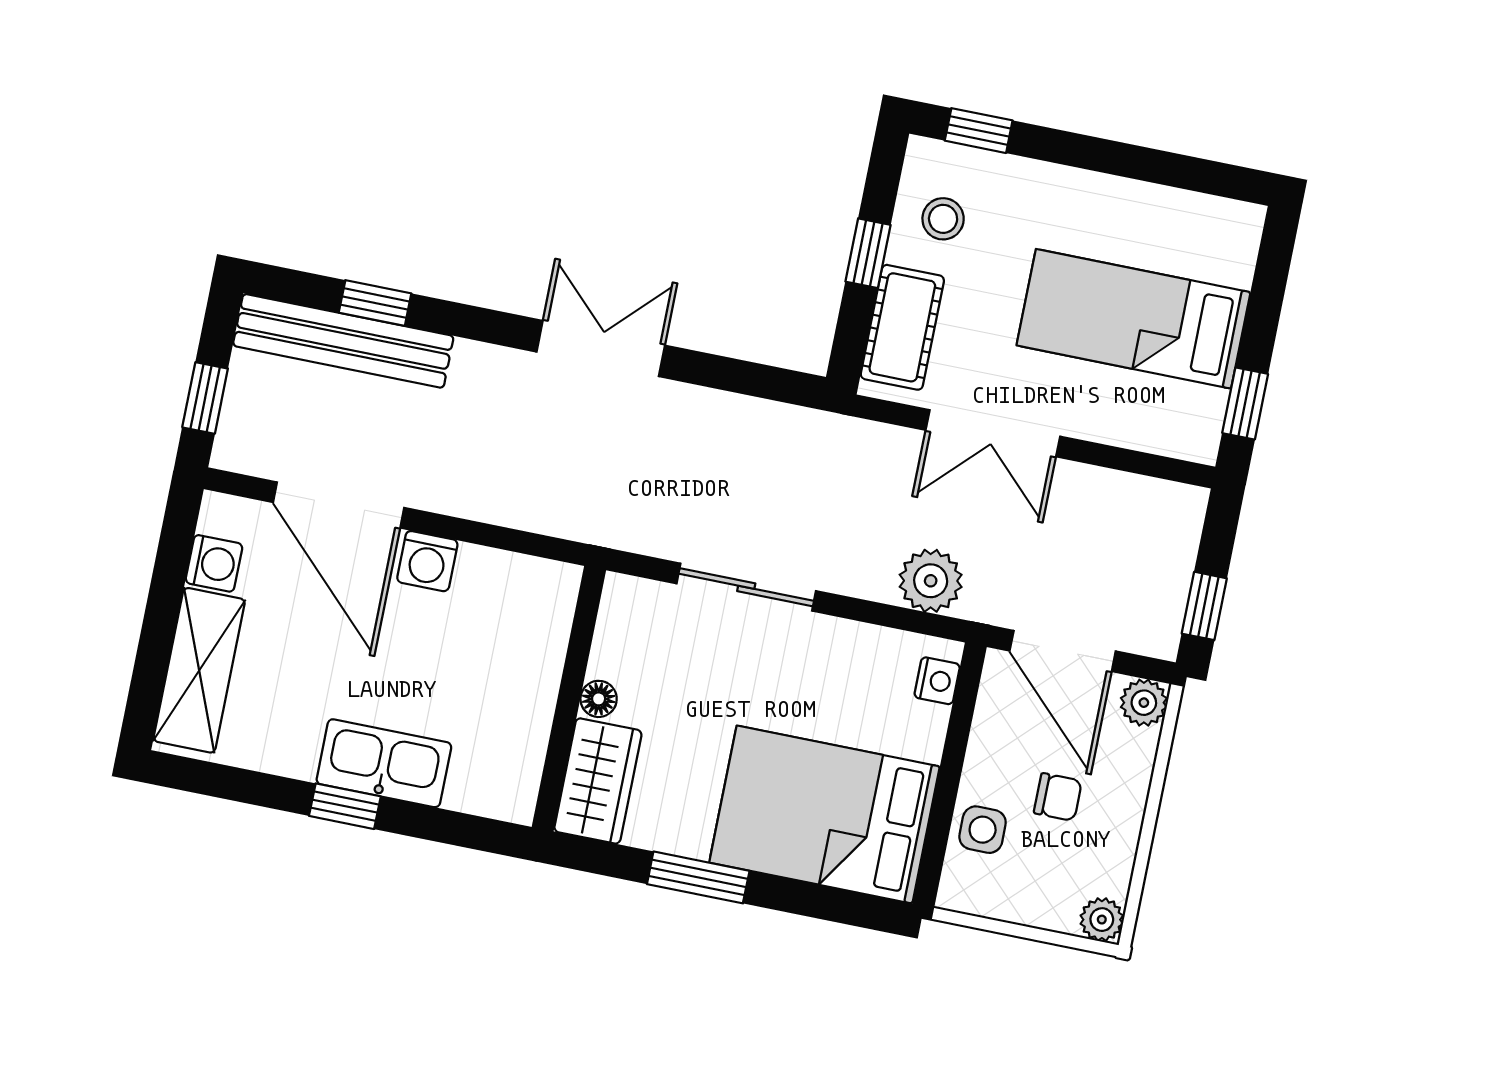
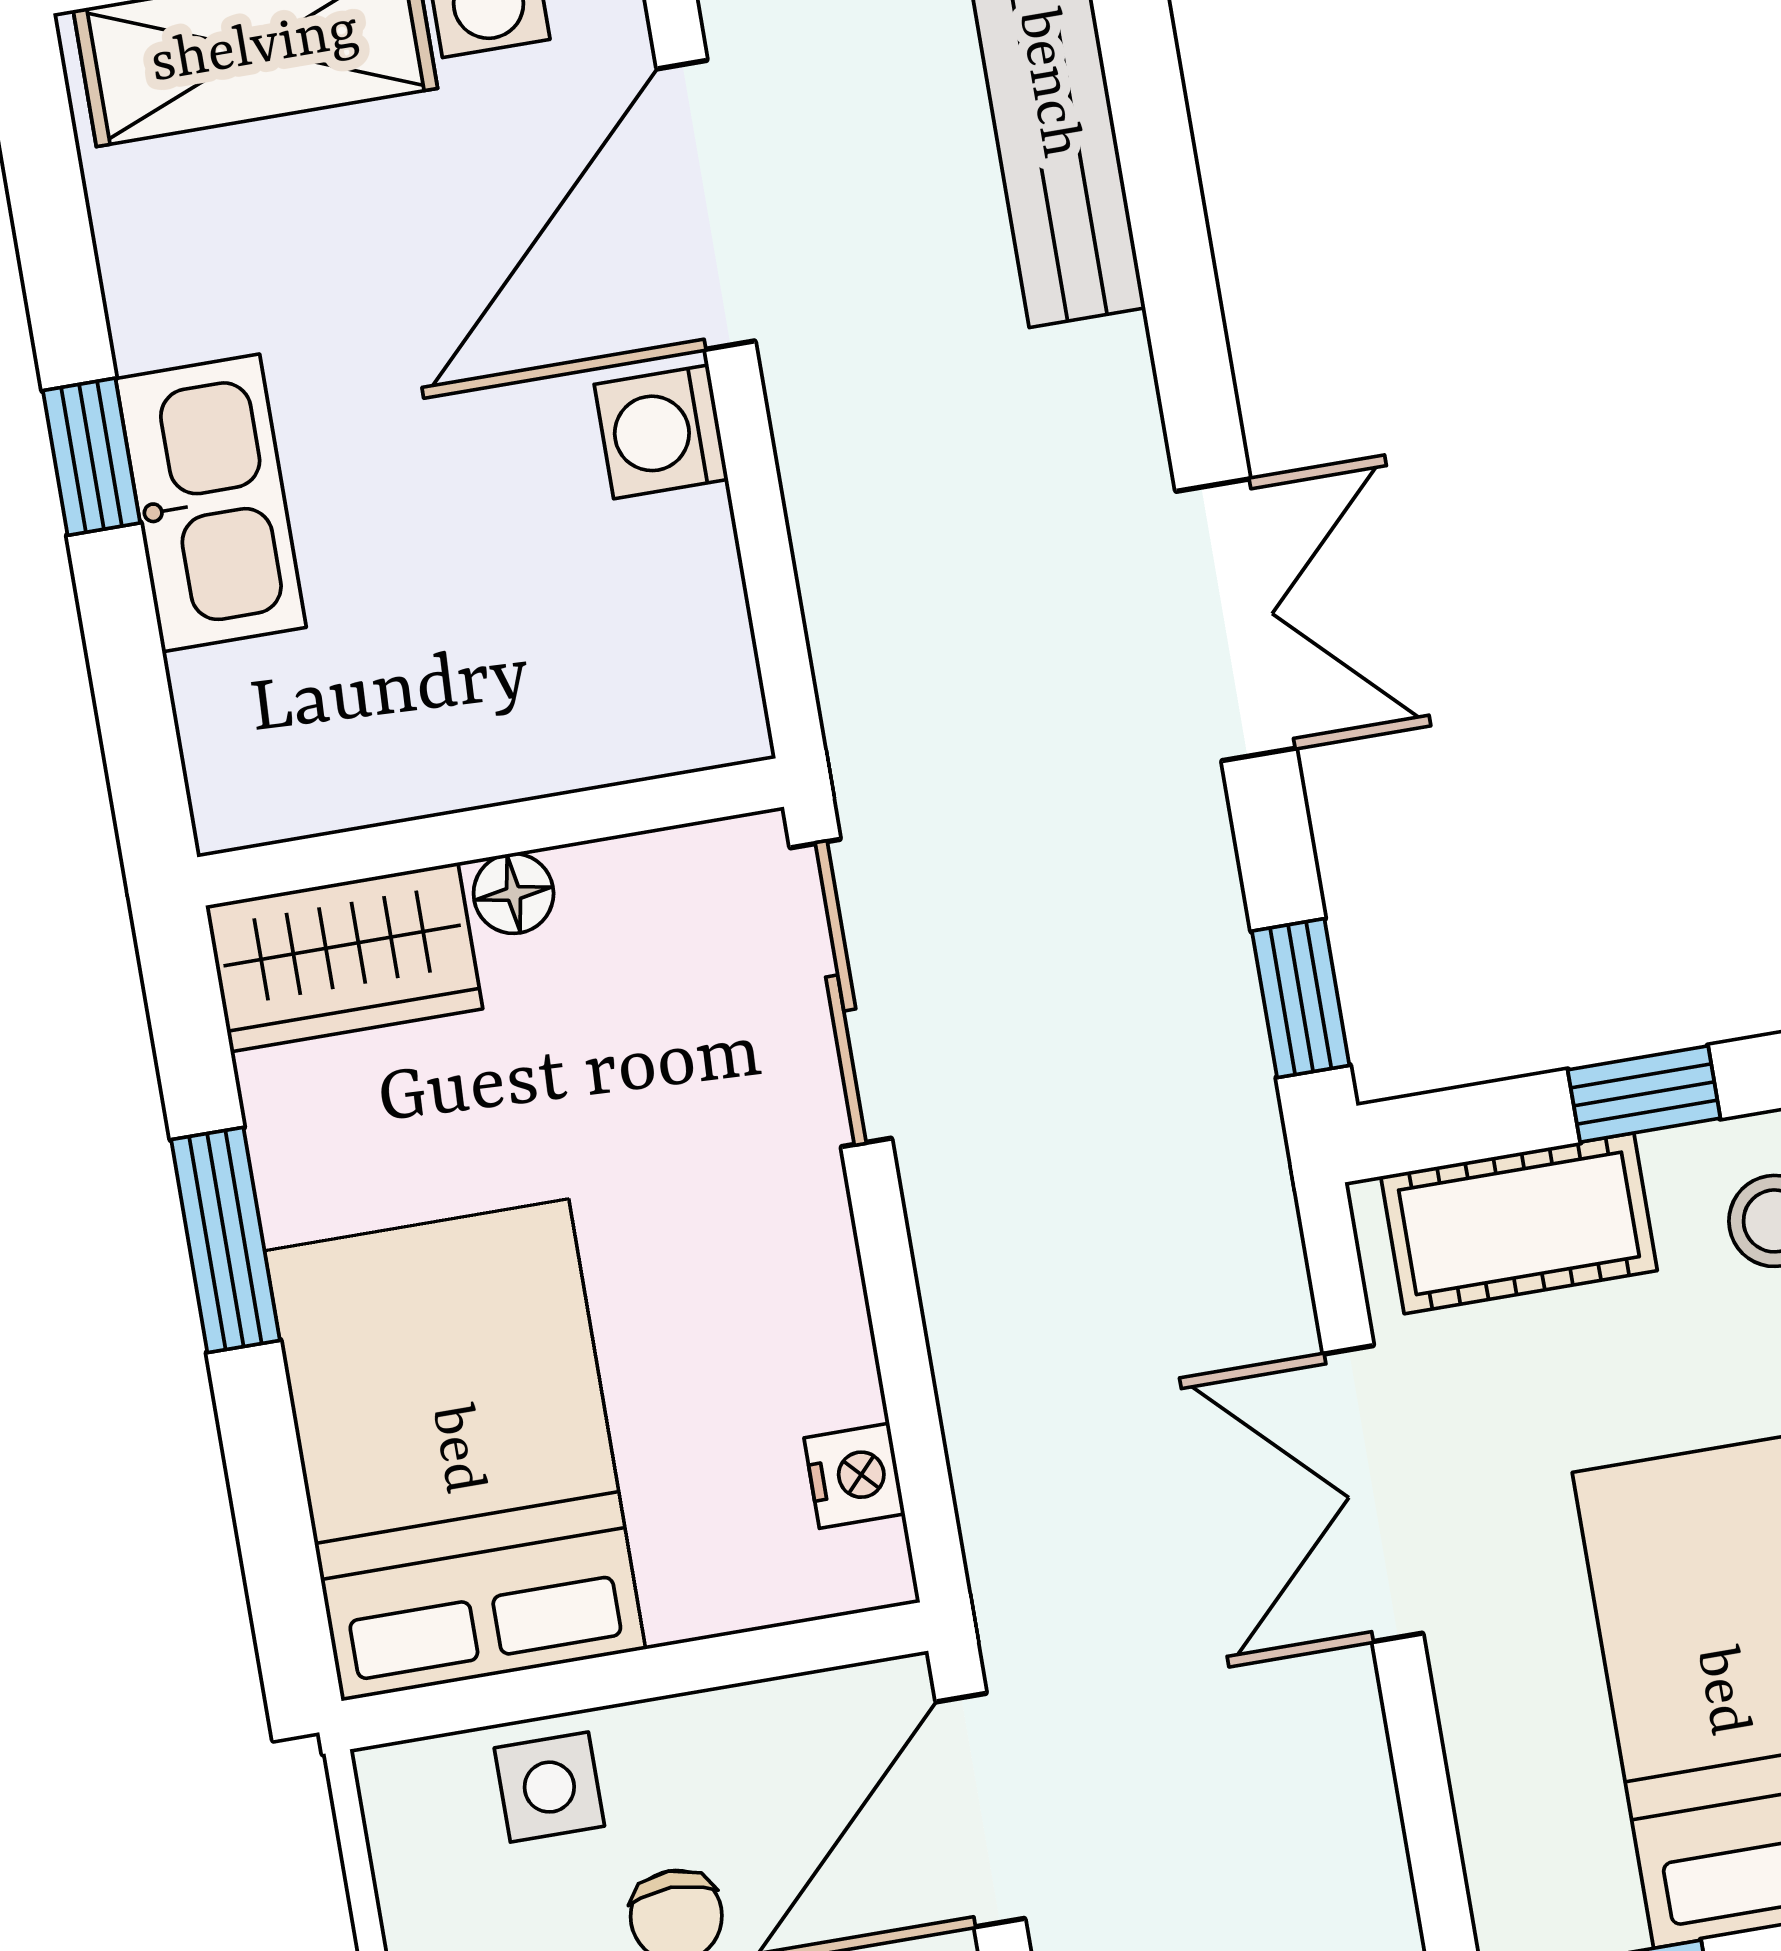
window: (375, 303) -> (1301, 998), moved
plant: (931, 581) -> (1020, 1483), removed
sliding door: (746, 587) -> (841, 993), moved
nightstand: (937, 681) -> (854, 1476), moved, turned -90

